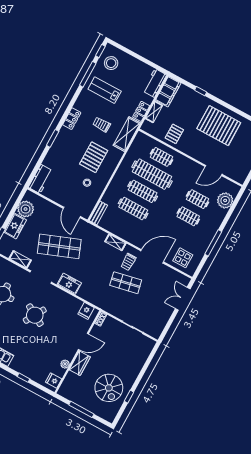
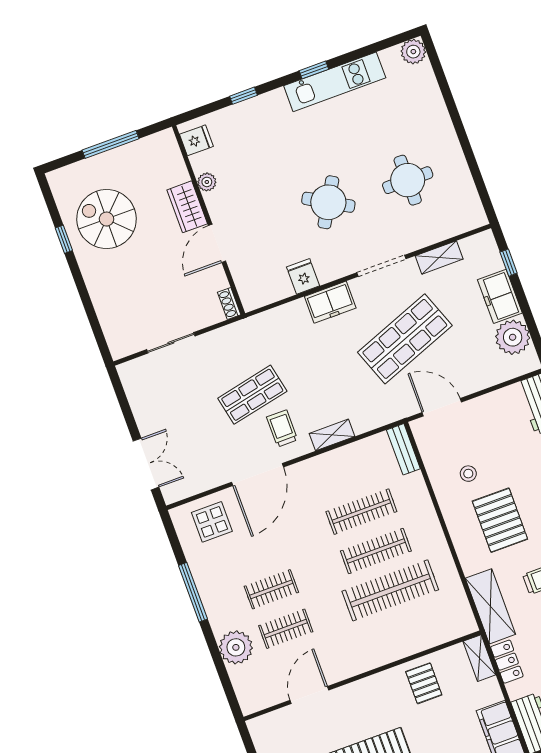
shelving: (154, 112) -> (479, 658), moved
clothes rail: (161, 157) -> (405, 630), removed
plant: (225, 200) -> (236, 647), moved
fridge: (86, 311) -> (303, 276), moved

